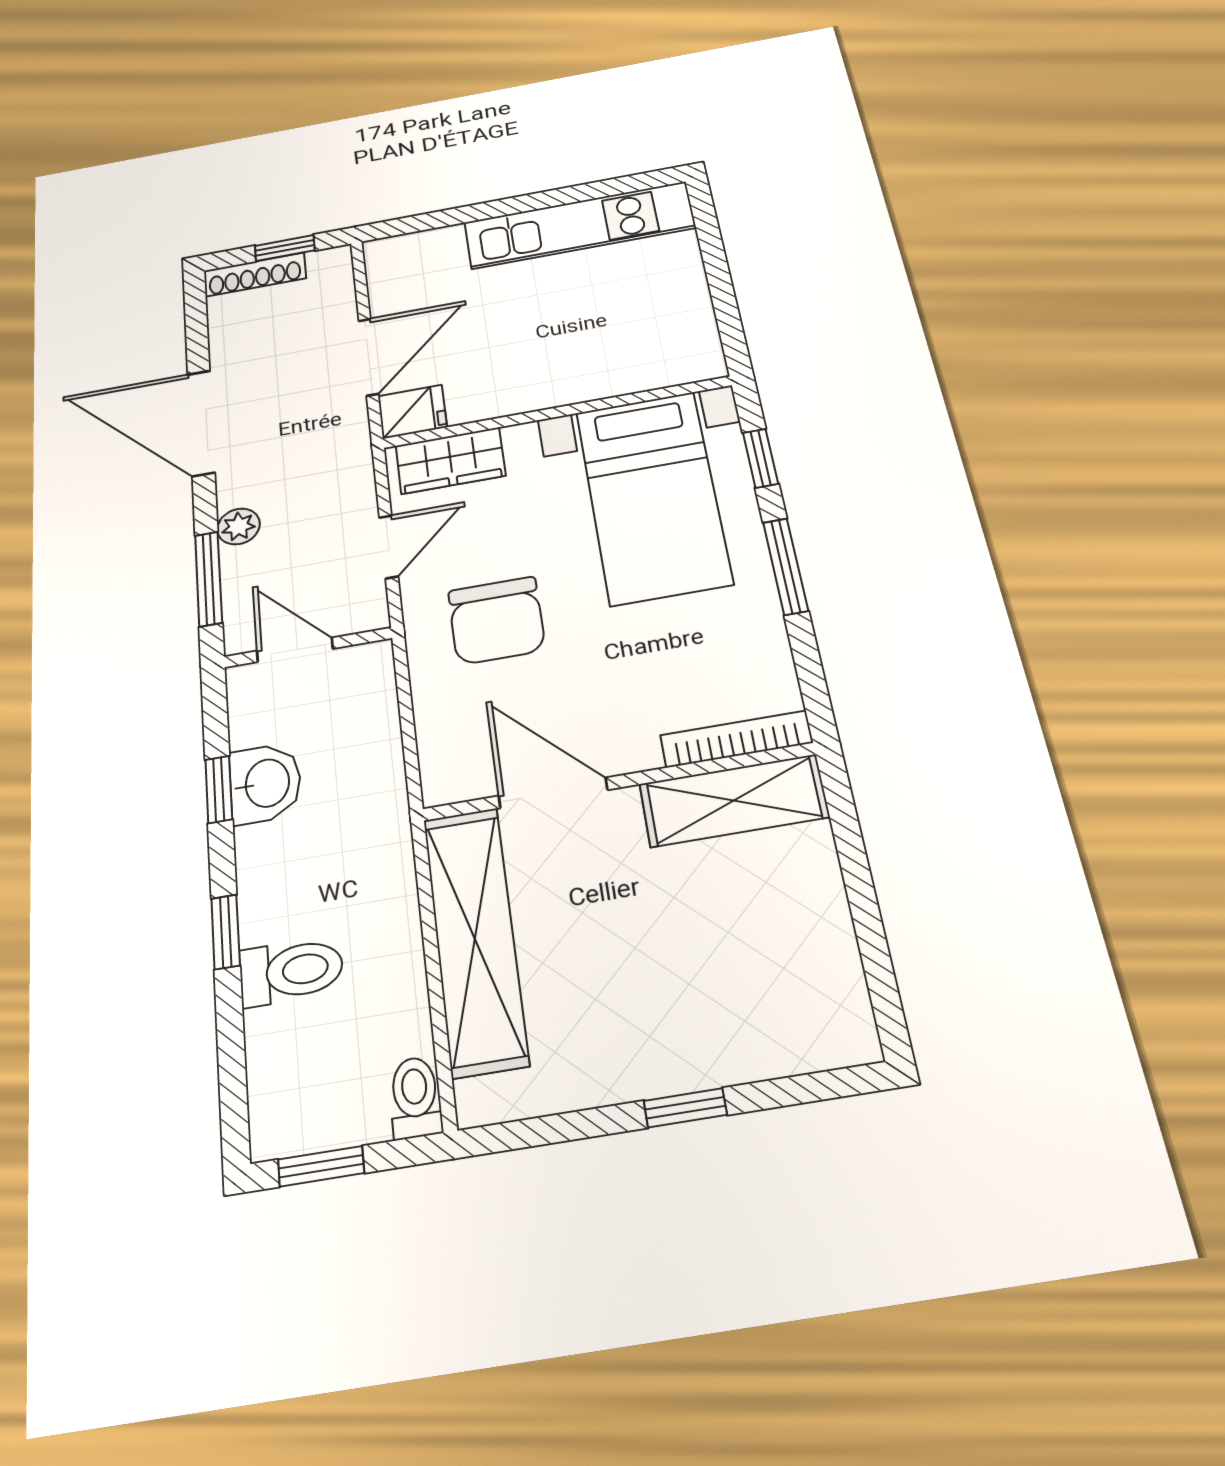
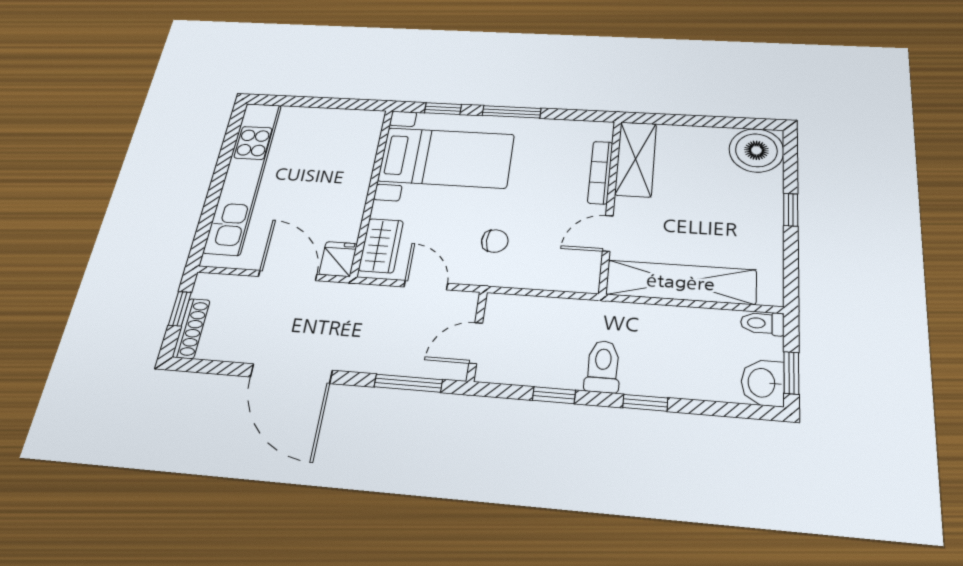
kitchen unit: (579, 225) -> (243, 177), width x1.36
door: (201, 423) -> (291, 374), hinge flipped
plant: (238, 526) -> (378, 362), removed
chair: (496, 620) -> (495, 241), width x0.54, depth x0.54
bookcase: (736, 739) -> (600, 172), moved
washbasin: (265, 783) -> (763, 383), moved, turned -90
door: (553, 793) -> (608, 233), width x0.73
toilet: (291, 971) -> (603, 366), moved
boiler: (817, 1017) -> (756, 150), added

